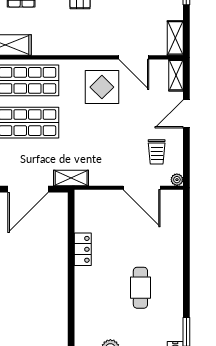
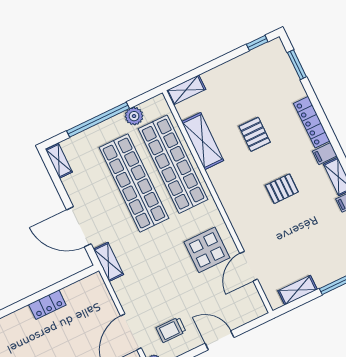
shelving: (175, 38) -> (298, 290), moved
shelving: (176, 75) -> (251, 313), removed

